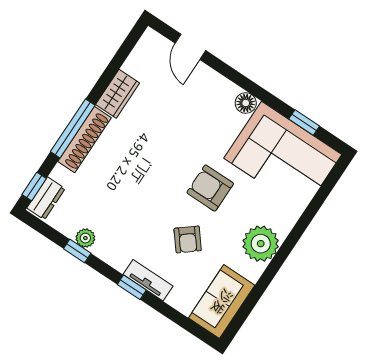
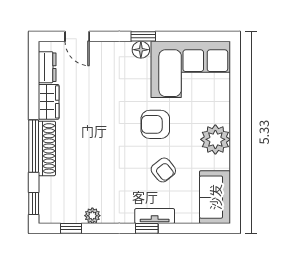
window: (304, 122) -> (143, 36), moved
dresser: (46, 198) -> (47, 67), moved
window: (77, 251) -> (71, 228), moved

